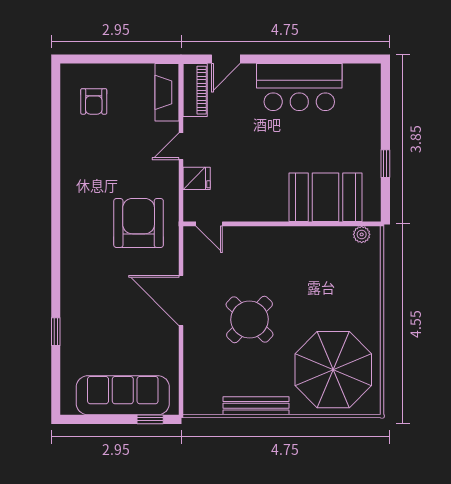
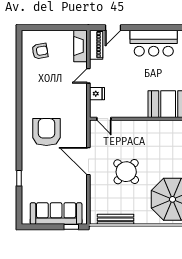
armchair: (94, 101) -> (40, 51), turned -100
armchair: (139, 223) -> (46, 132), moved
bench: (256, 406) -> (116, 219), moved

